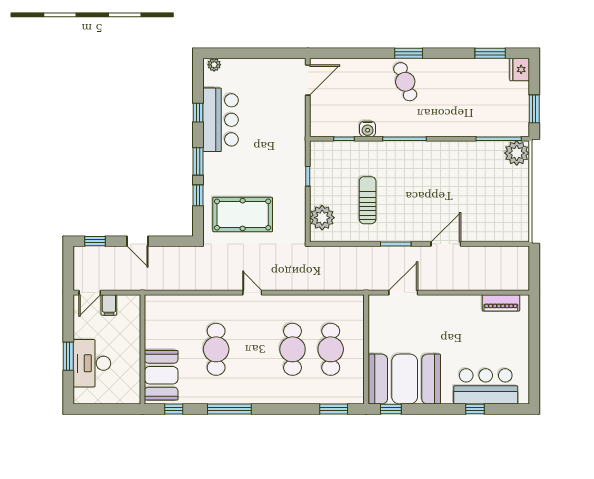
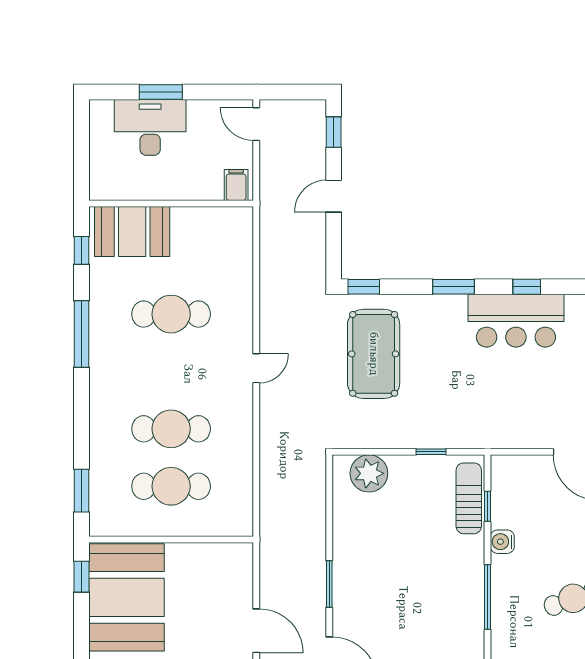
window: (198, 195) -> (364, 287), moved
sun lounger: (368, 200) -> (469, 498), moved, turned -90
door: (403, 293) -> (256, 631), moved
filing cabinet: (109, 305) -> (236, 185), moved, turned 90

